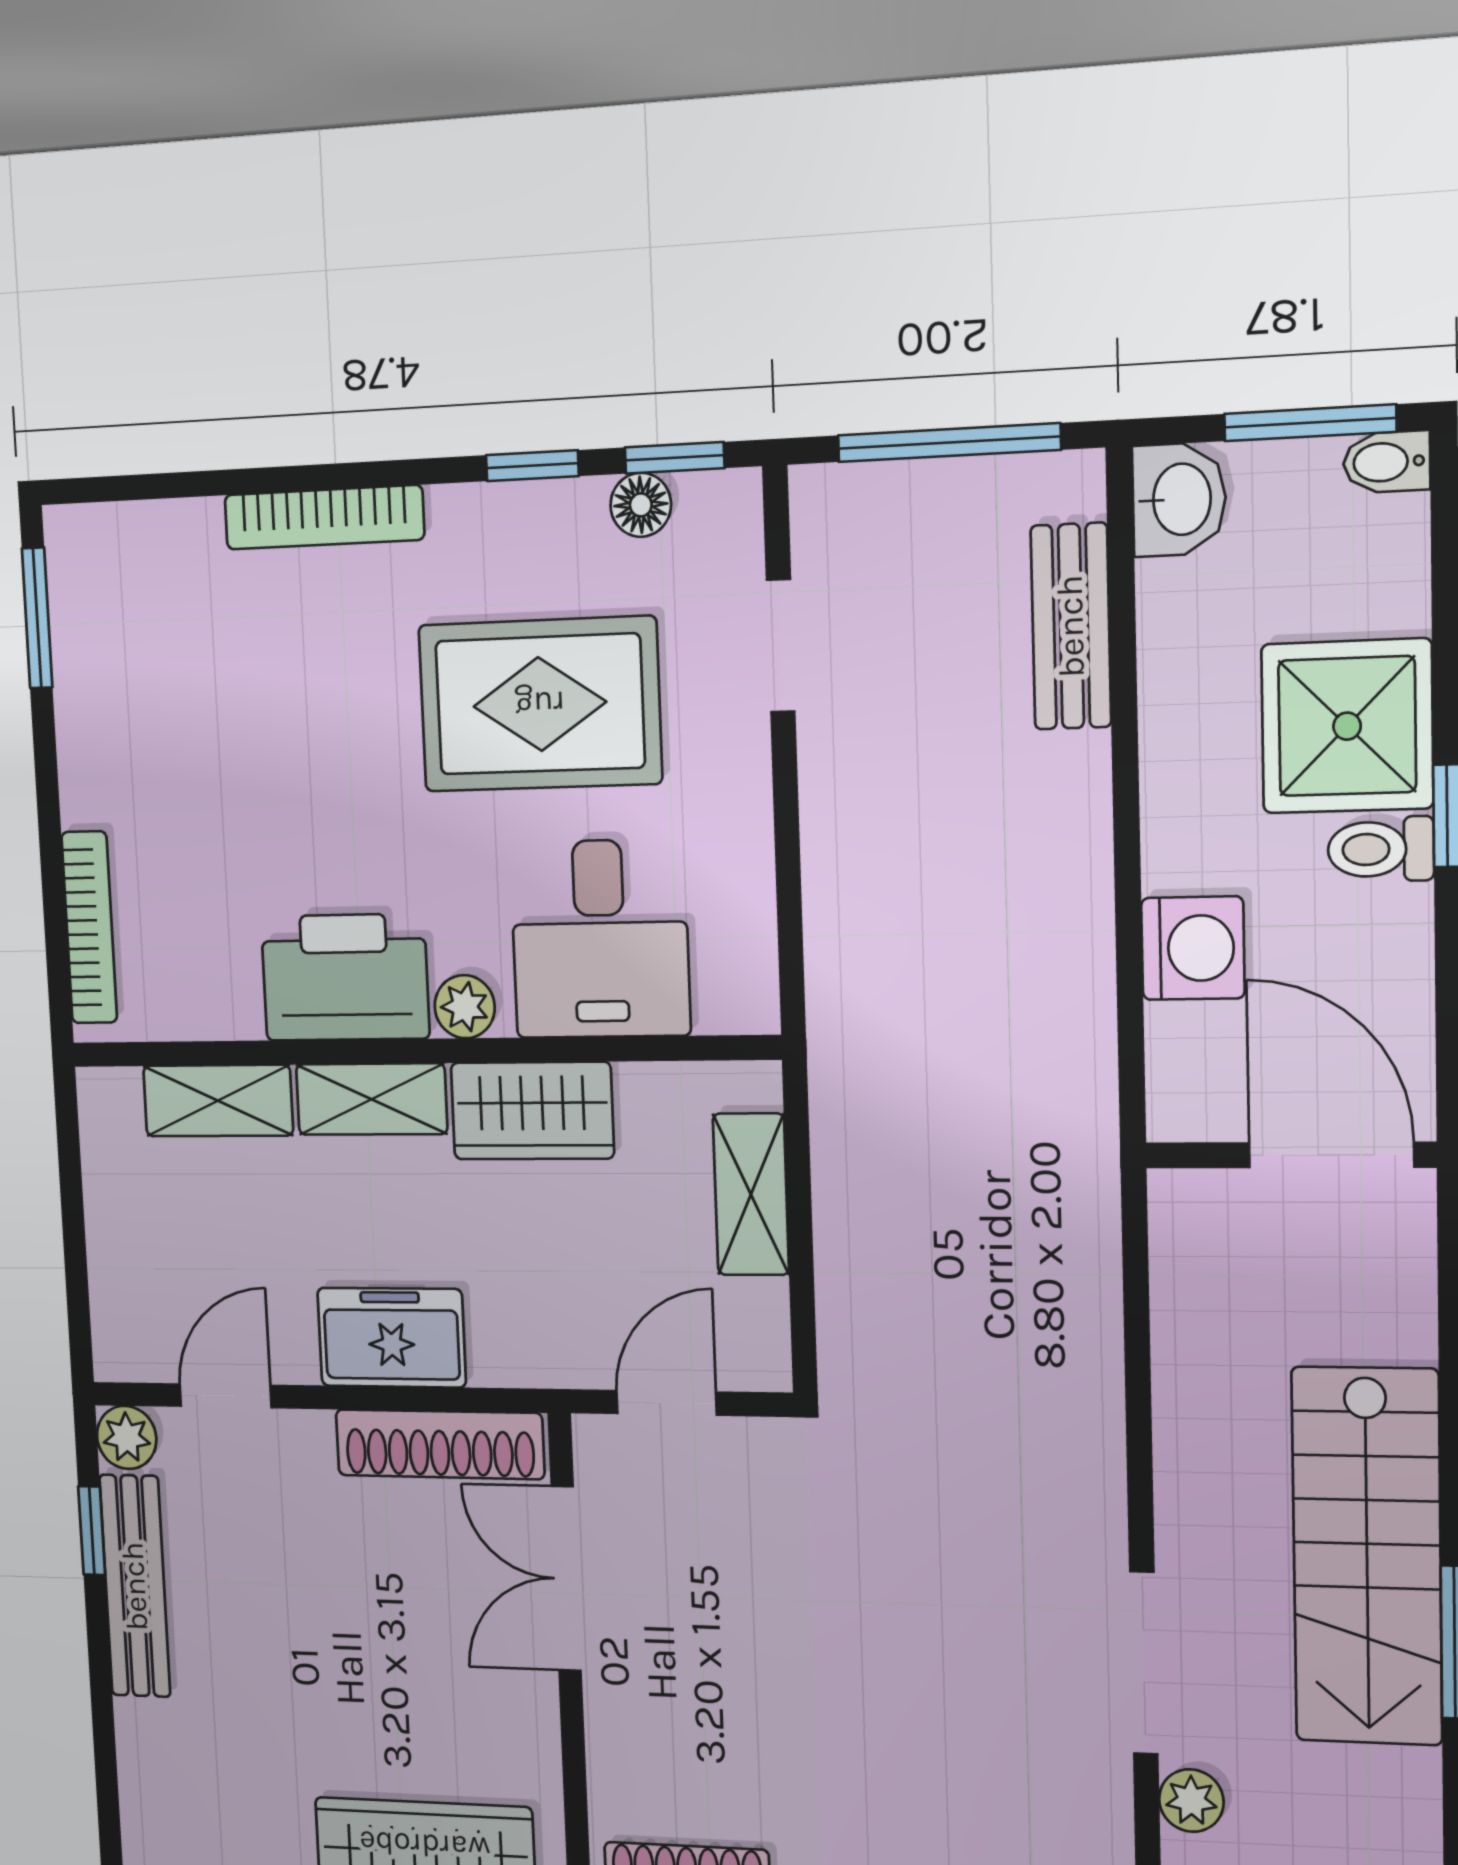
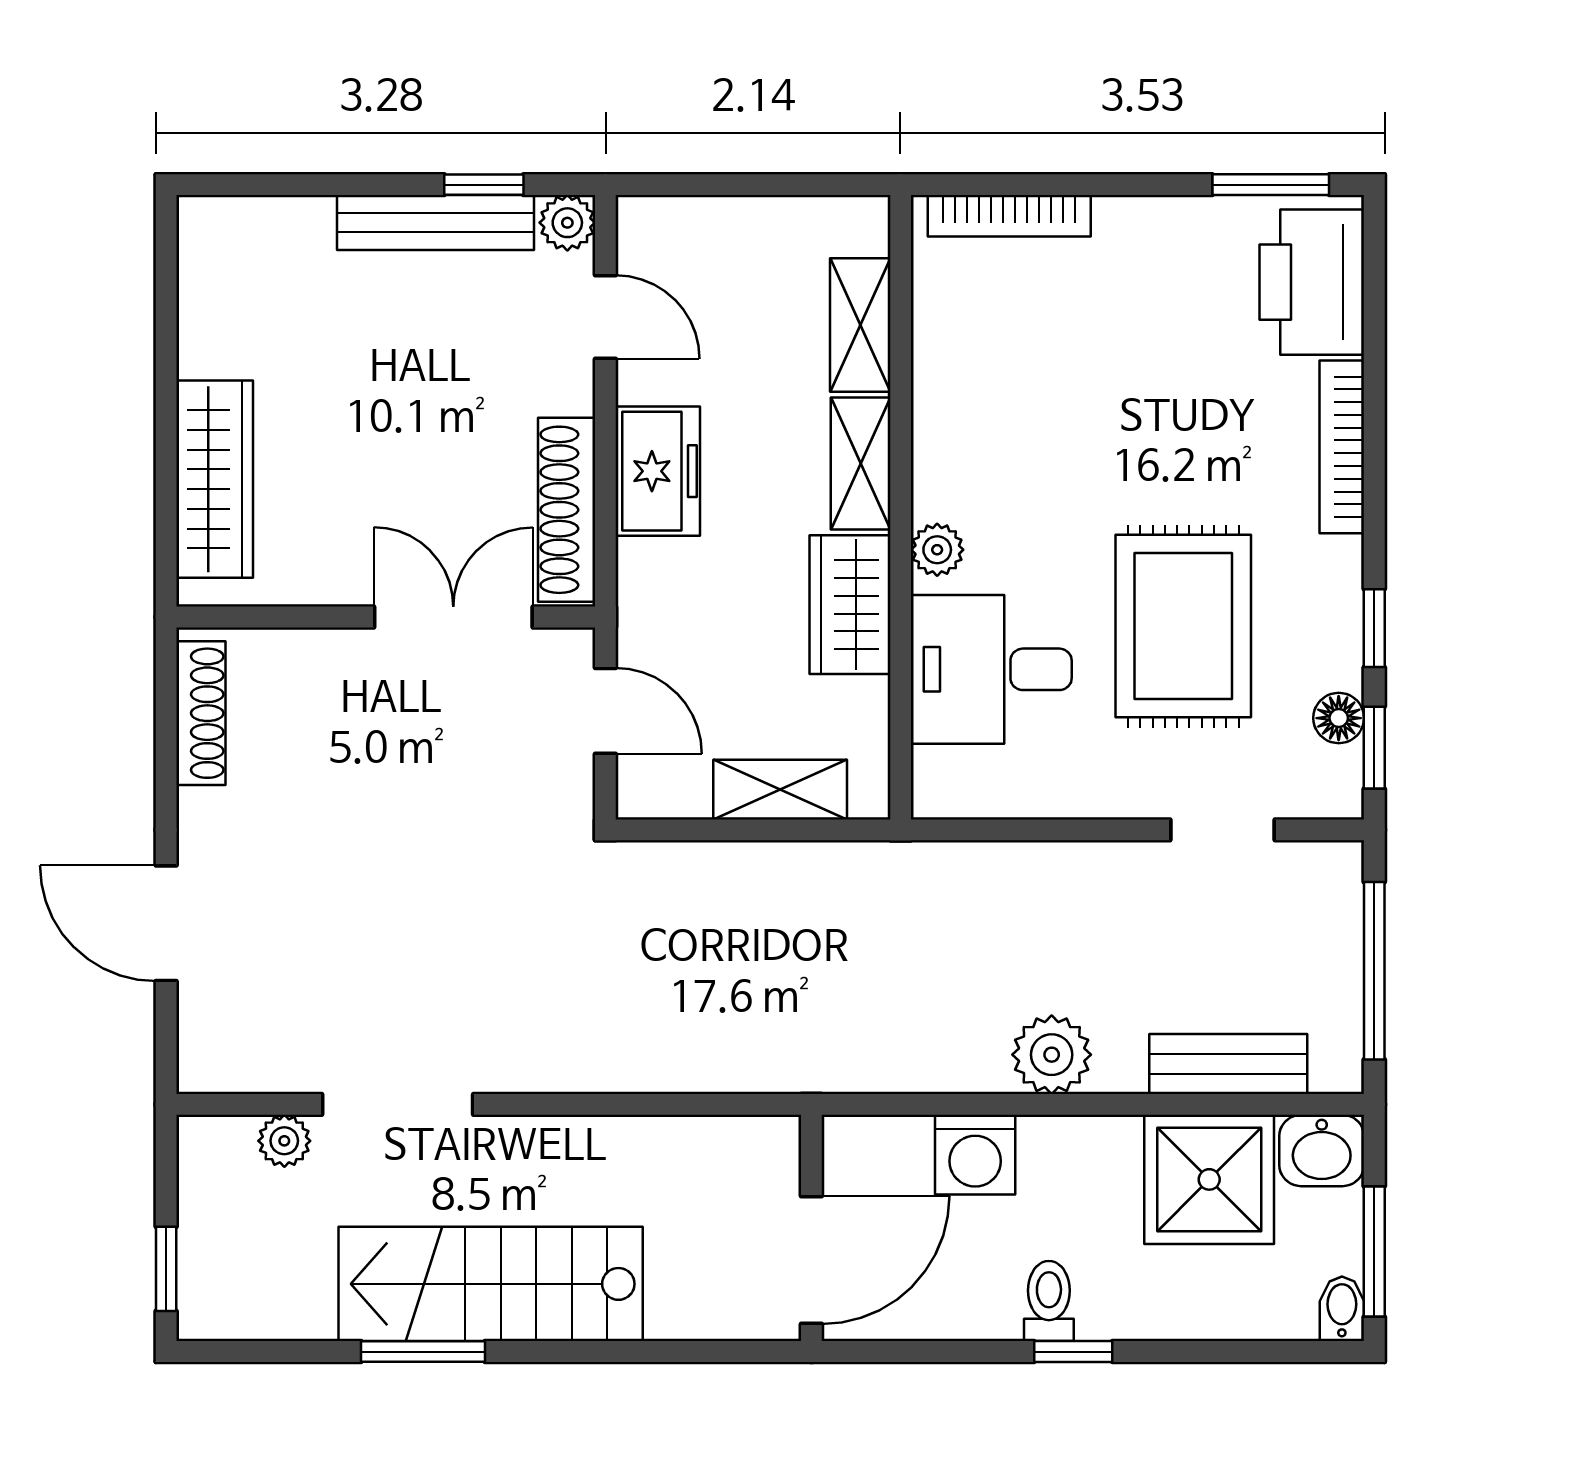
shower: (1347, 726) -> (1209, 1179), moved
plant: (1064, 853) -> (1052, 1055), added
printer: (345, 977) -> (1312, 282), moved, turned 180

